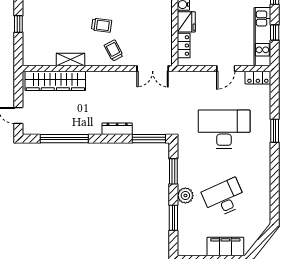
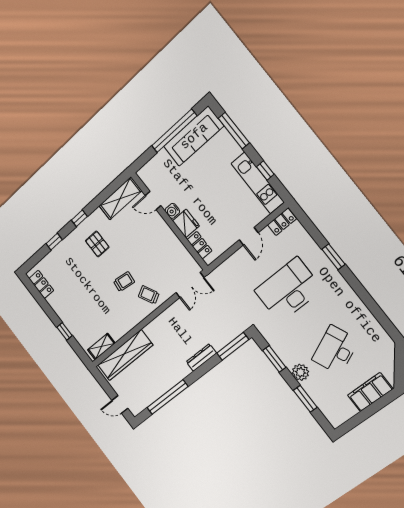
shelving: (70, 59) -> (101, 347), moved

